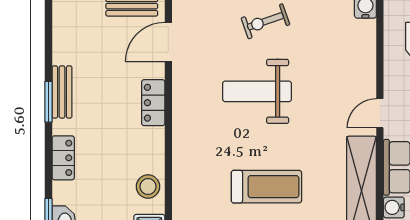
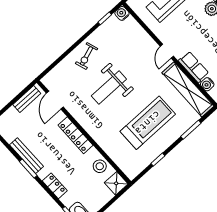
bench: (62, 92) -> (27, 156), width x1.36
locker: (153, 103) -> (75, 135), width x1.53
treadmill: (266, 187) -> (148, 123), width x1.37, depth x1.38

